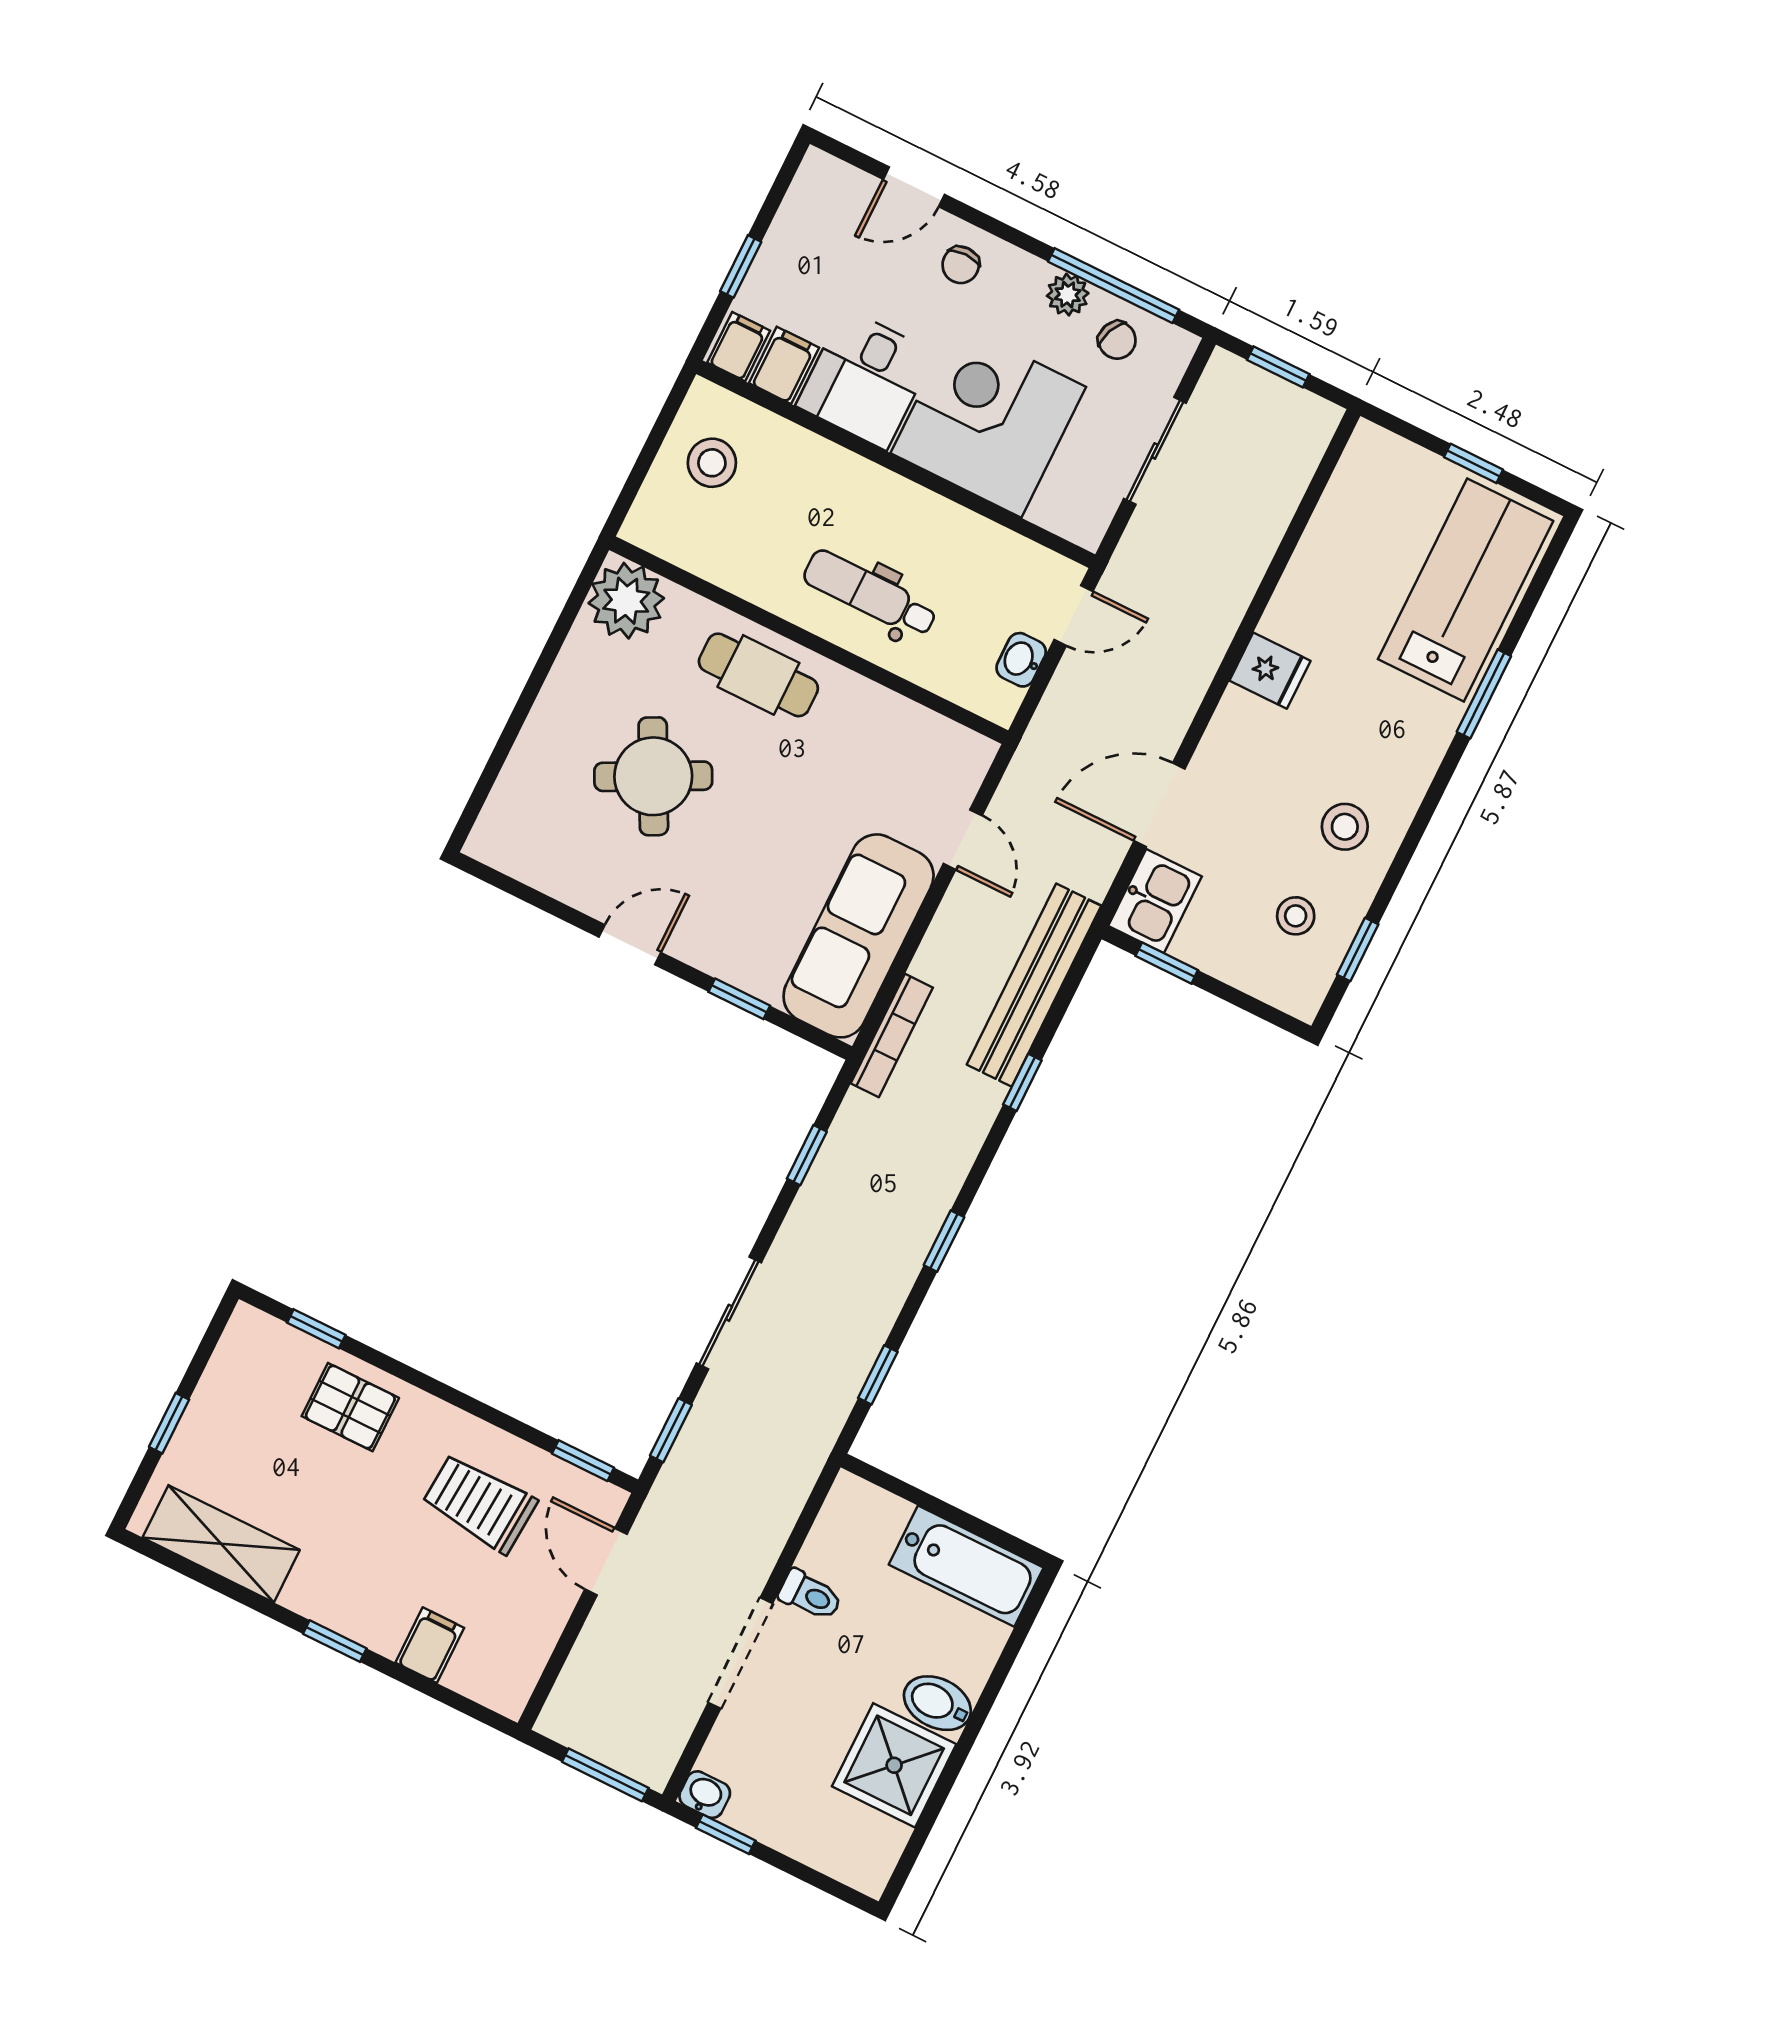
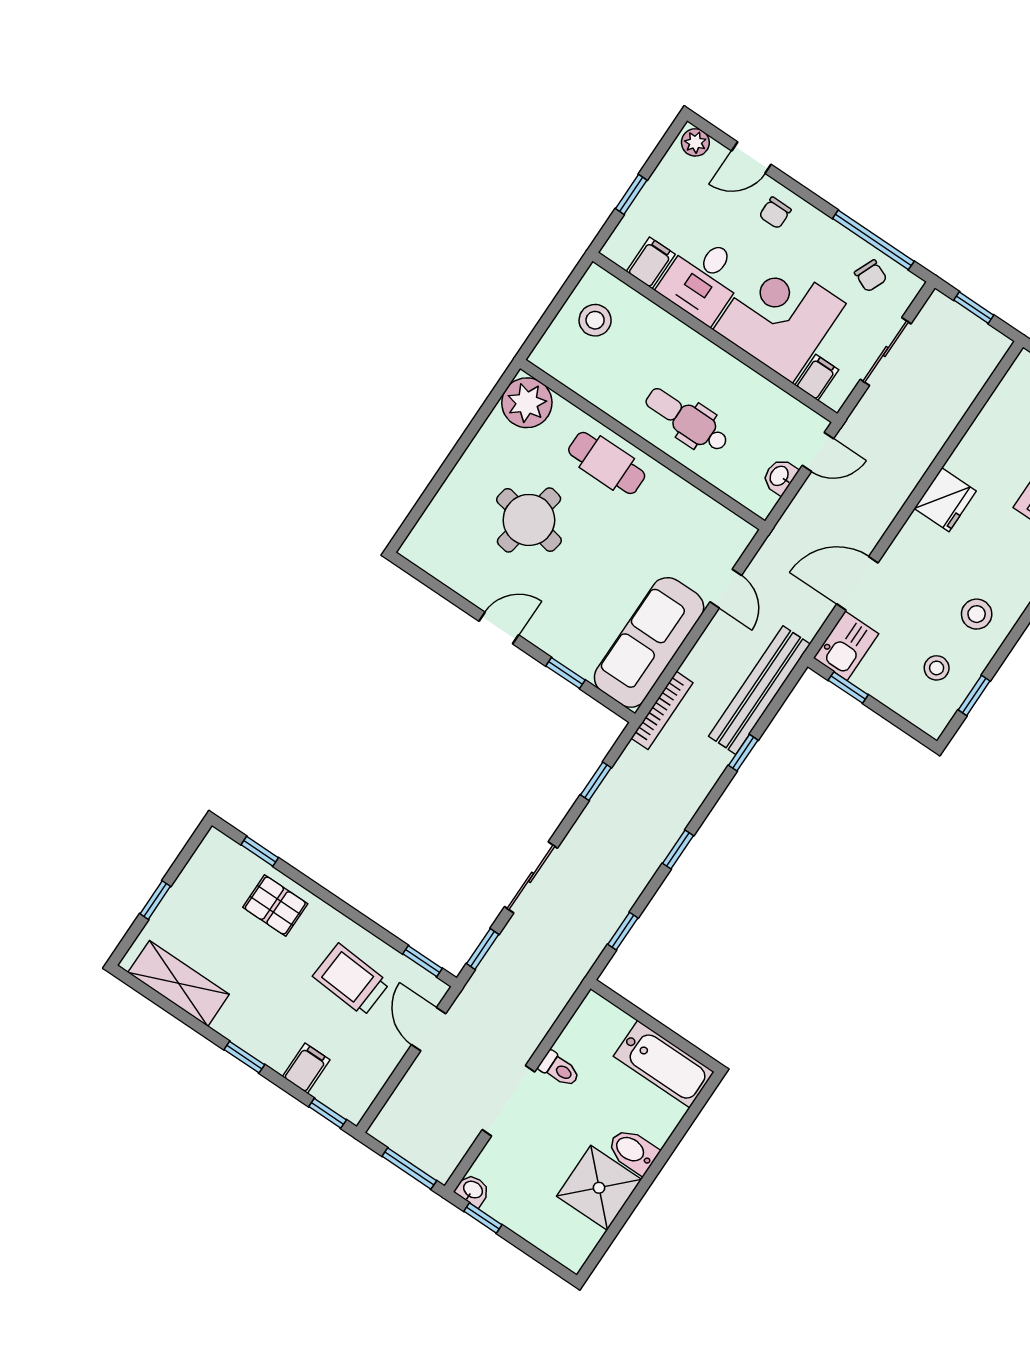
plant: (1068, 295) -> (695, 142), moved
filing cabinet: (739, 347) -> (817, 377), moved
fridge: (1270, 671) -> (945, 500), width x1.38
round table: (653, 776) -> (529, 520), turned 37
window: (471, 1709) -> (328, 1113), added

